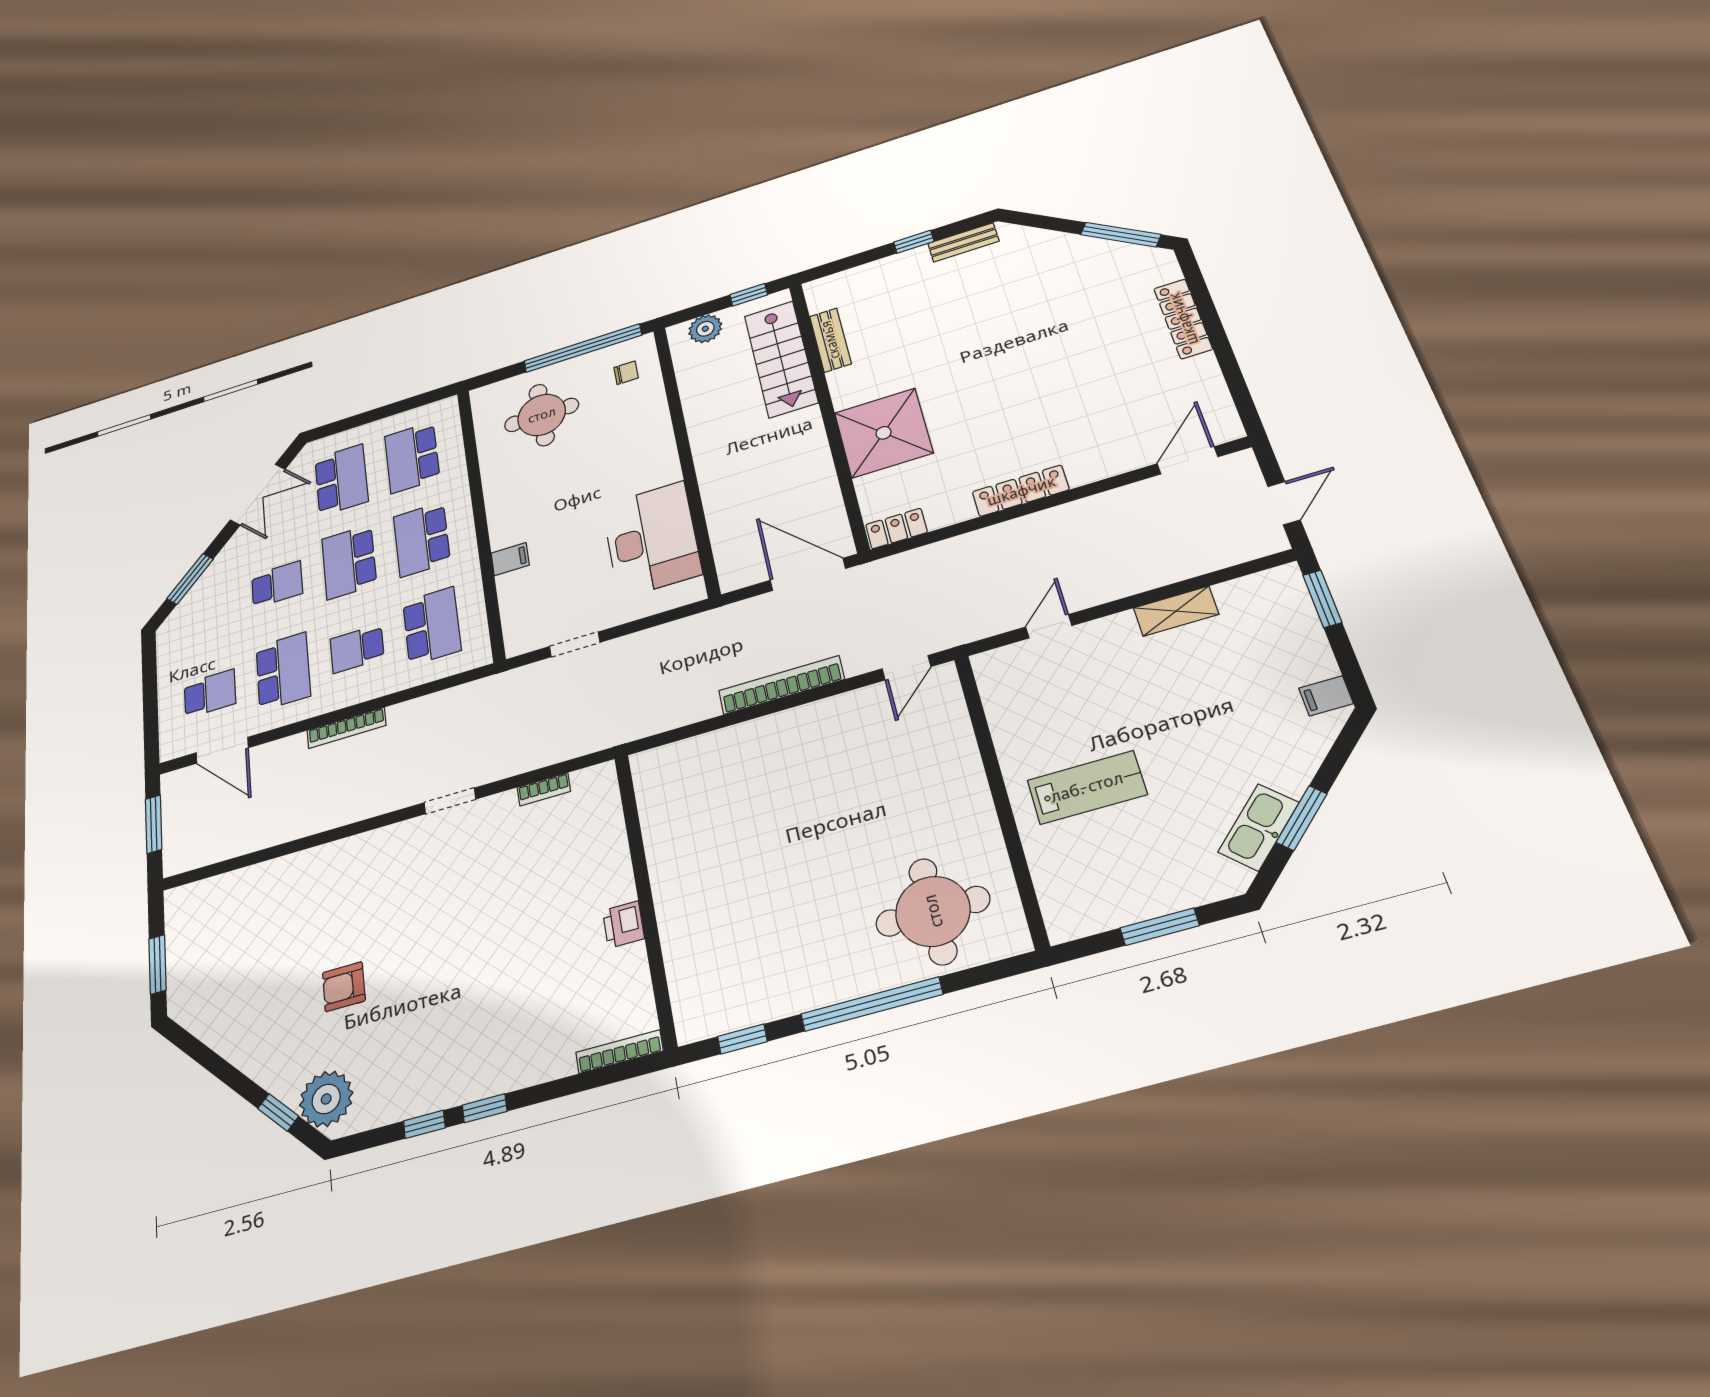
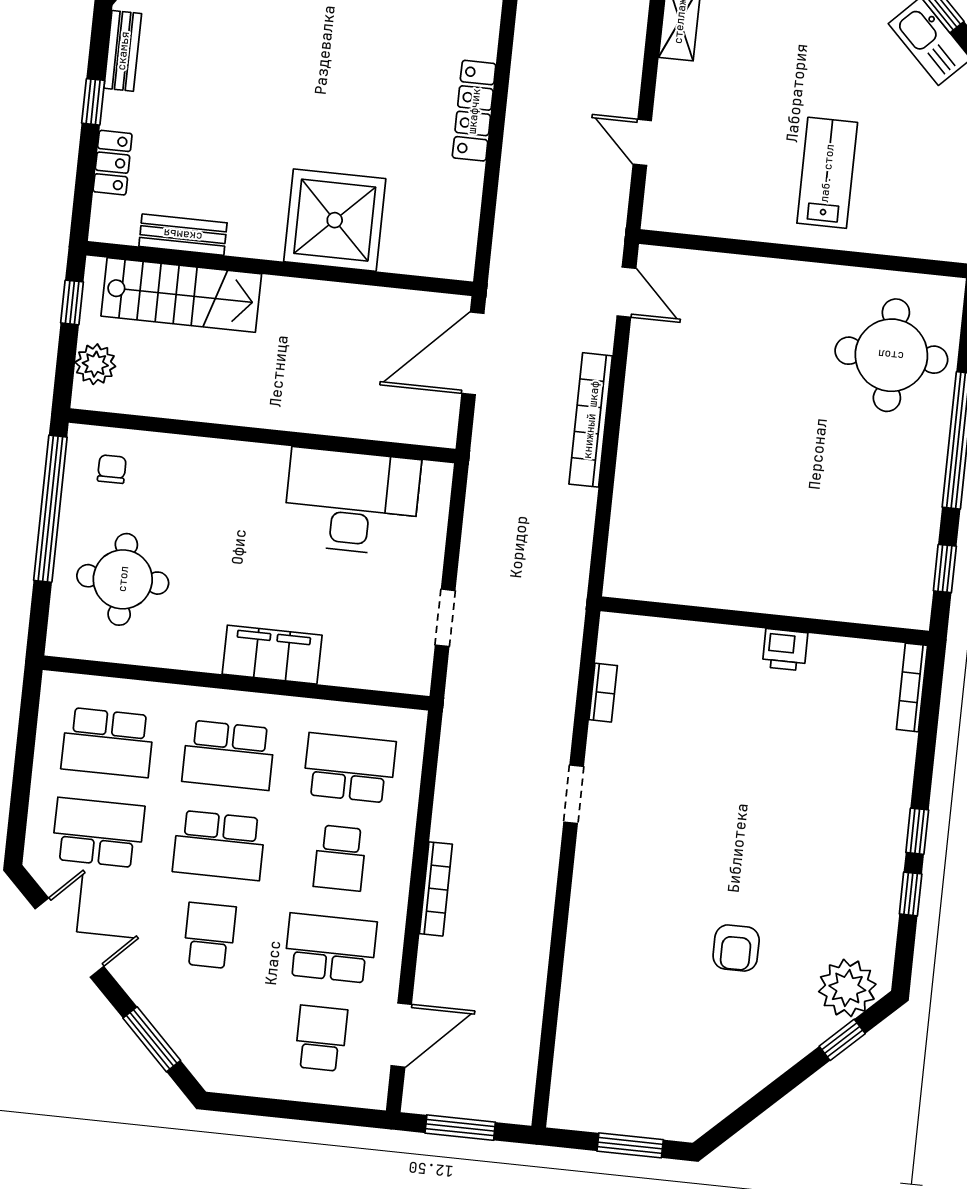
locker: (896, 529) -> (113, 163), moved, turned 180
filing cabinet: (510, 559) -> (272, 655), width x3.00, depth x1.17

